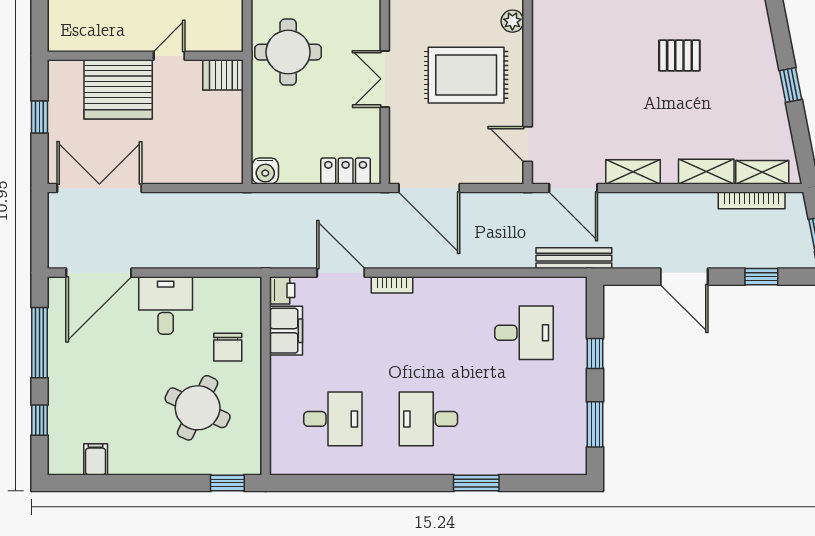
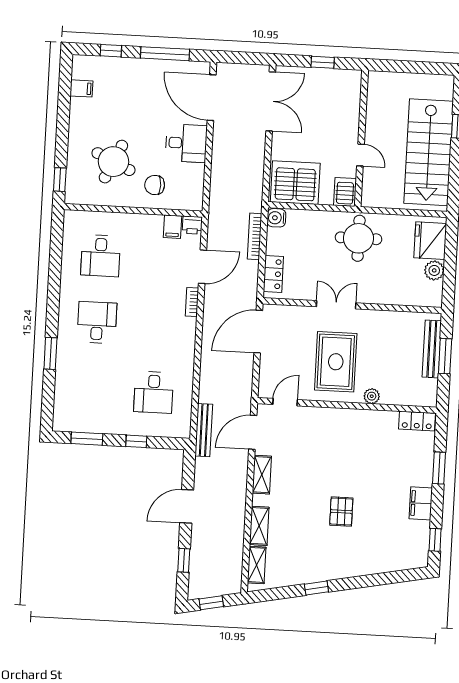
server rack: (118, 89) -> (295, 183), moved, turned 90
bookcase: (752, 200) -> (255, 236), moved
filing cabinet: (286, 331) -> (173, 227), width x0.50

